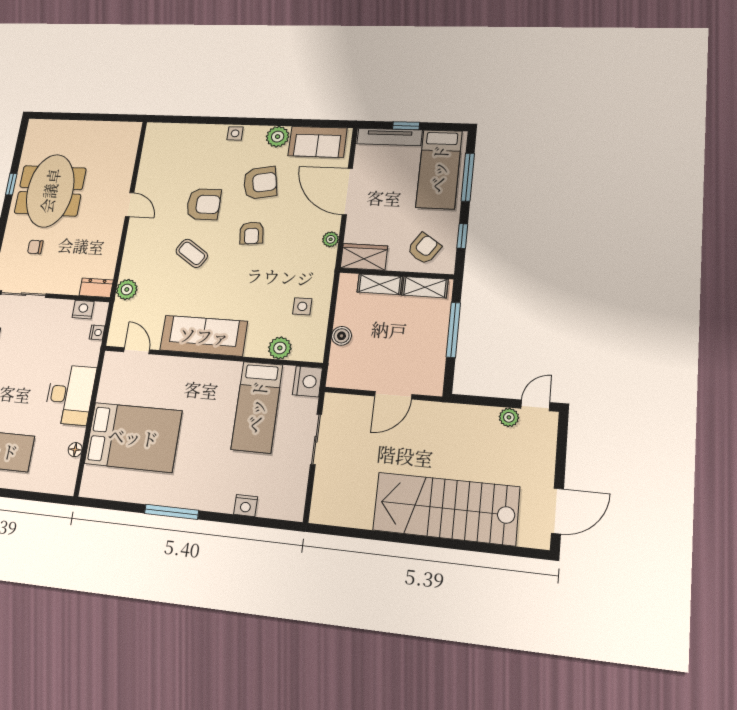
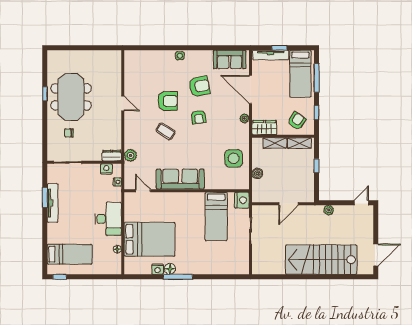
plant: (278, 137) -> (206, 57), removed
side table: (302, 306) -> (234, 158), width x1.87, depth x1.87
window: (453, 330) -> (317, 166), width x0.46
plant: (280, 348) -> (224, 183), removed
plant: (509, 417) -> (329, 210), moved
floor lamp: (160, 495) -> (170, 269), added
nightstand: (246, 506) -> (158, 269), moved

